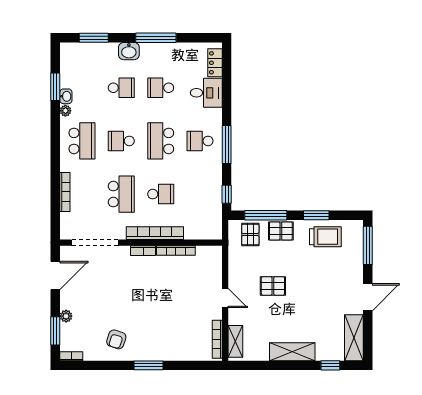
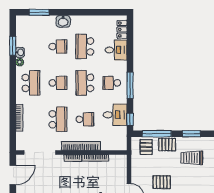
window: (156, 38) -> (82, 12), removed
school desk: (161, 88) -> (85, 47), width x1.85
school desk: (121, 141) -> (58, 83), turned 180
desk: (205, 188) -> (115, 115), added
trolley: (325, 237) -> (192, 158), moved, turned 180

